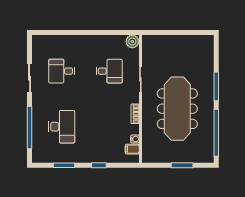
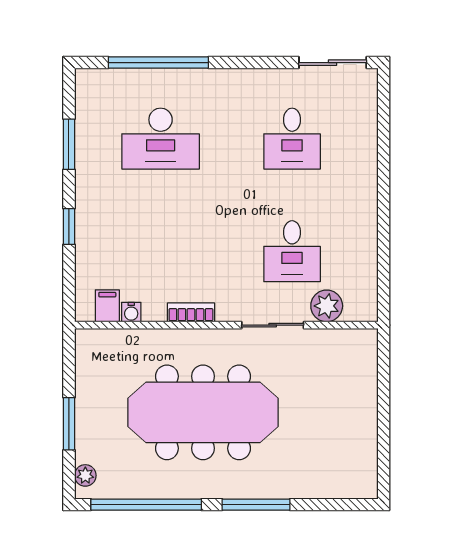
plant: (132, 41) -> (327, 306), moved
desk: (62, 71) -> (292, 139), turned 180
sliding door: (30, 78) -> (333, 63), moved
plant: (204, 158) -> (85, 475), added

